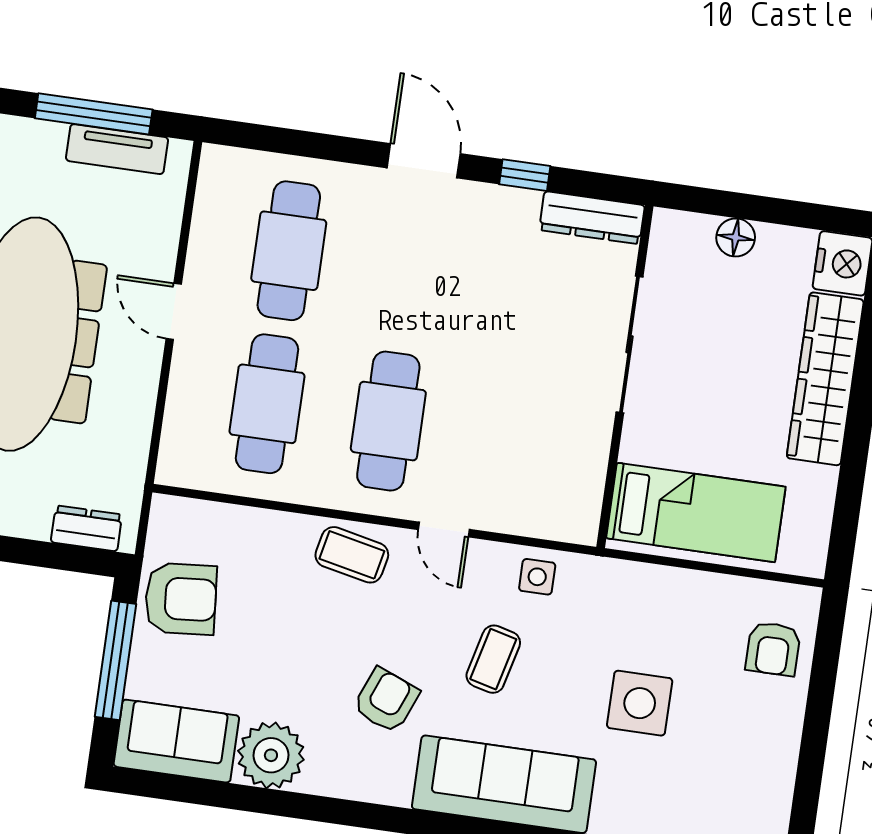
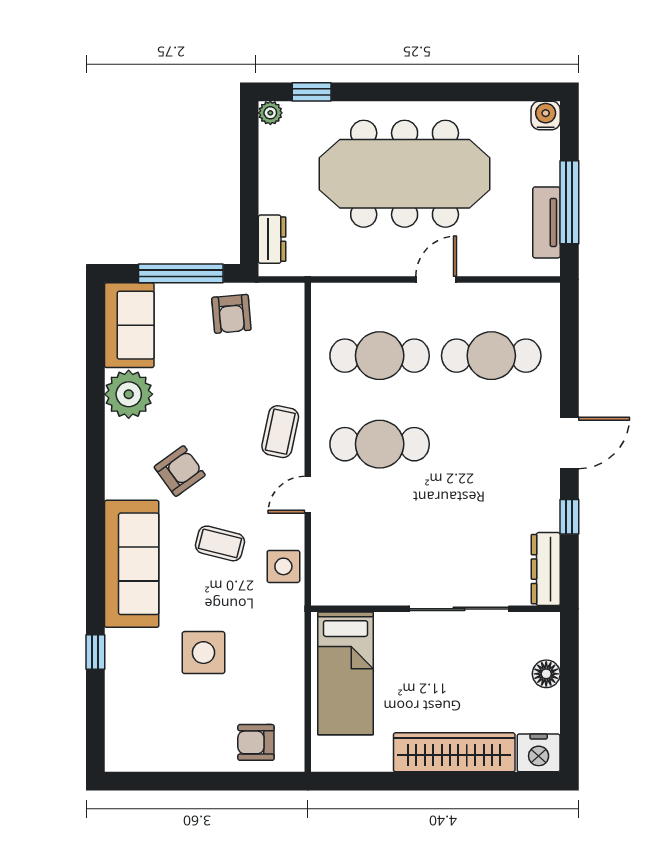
side table: (537, 577) -> (283, 566), width x1.37, depth x1.37
armchair: (181, 599) -> (231, 314), width x0.72, depth x0.72
armchair: (386, 700) -> (180, 471), turned -58

